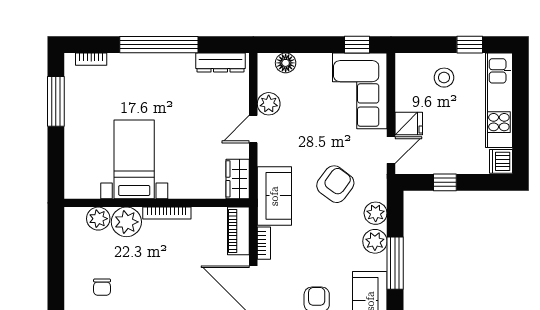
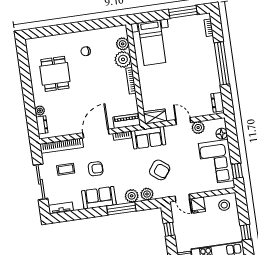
dresser: (221, 62) -> (217, 102), width x0.70
stool: (444, 78) -> (224, 205), moved
corner sofa: (360, 91) -> (216, 162), moved, turned -90
bed with nightstands: (134, 159) -> (152, 43), moved, turned 90

